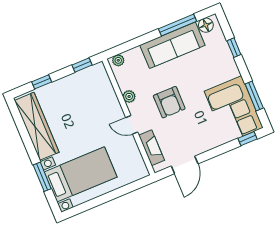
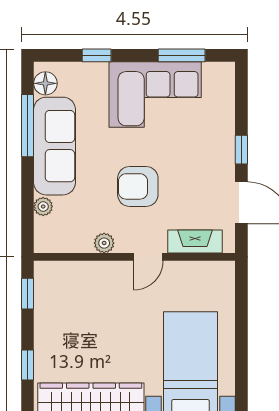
plant: (118, 60) -> (43, 206), moved
armchair: (169, 102) -> (138, 186), turned 180
corner sofa: (234, 109) -> (155, 94), moved
window: (247, 139) -> (241, 150), moved

